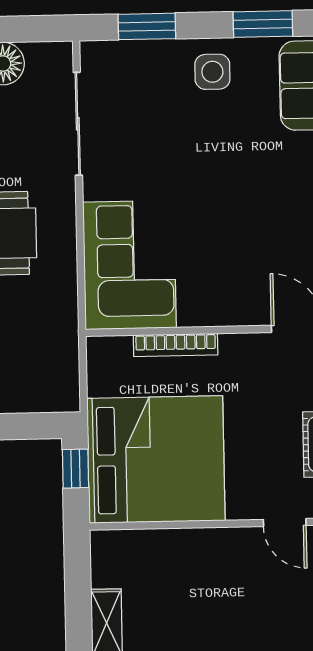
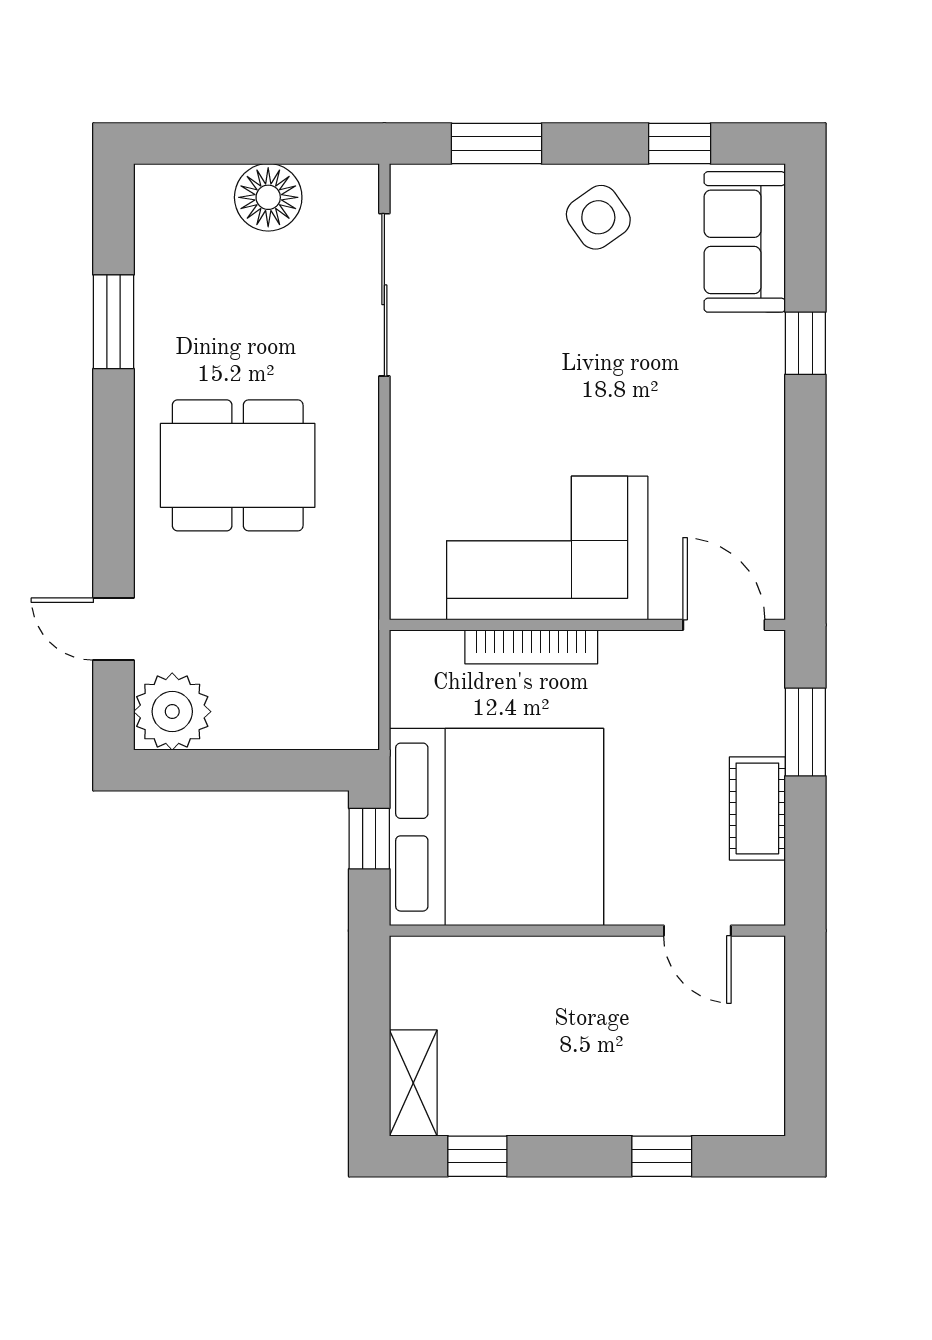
window: (263, 24) -> (680, 144), width x0.67
side table: (212, 72) -> (598, 217), turned -35
corner sofa: (129, 265) -> (547, 548), moved, turned -90

